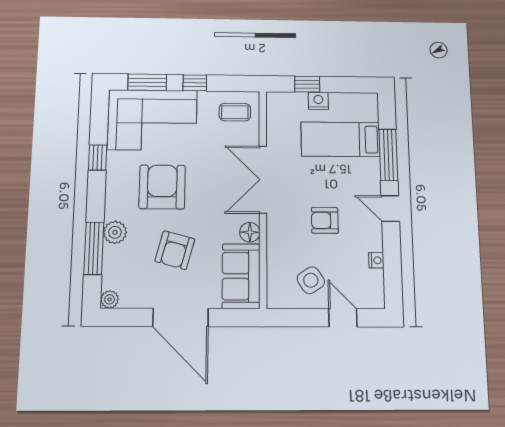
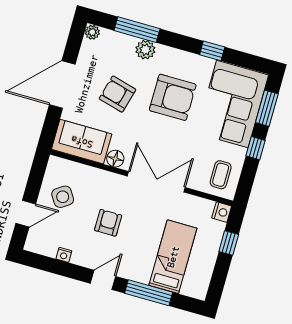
nightstand: (318, 101) -> (222, 212), moved

